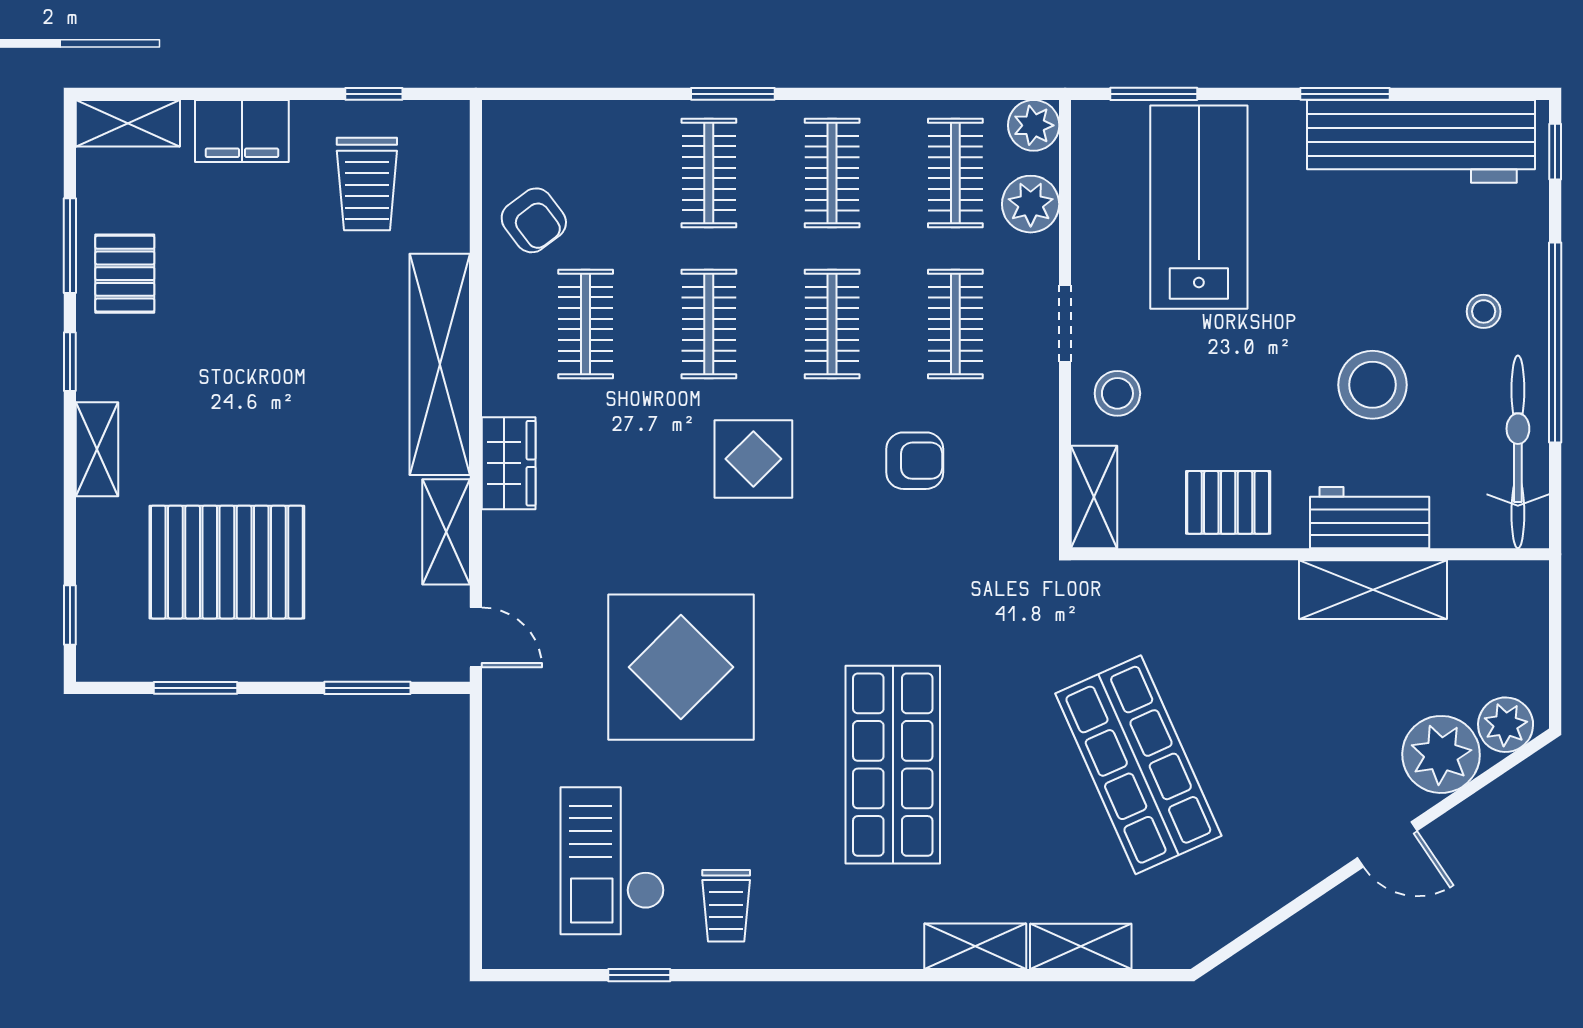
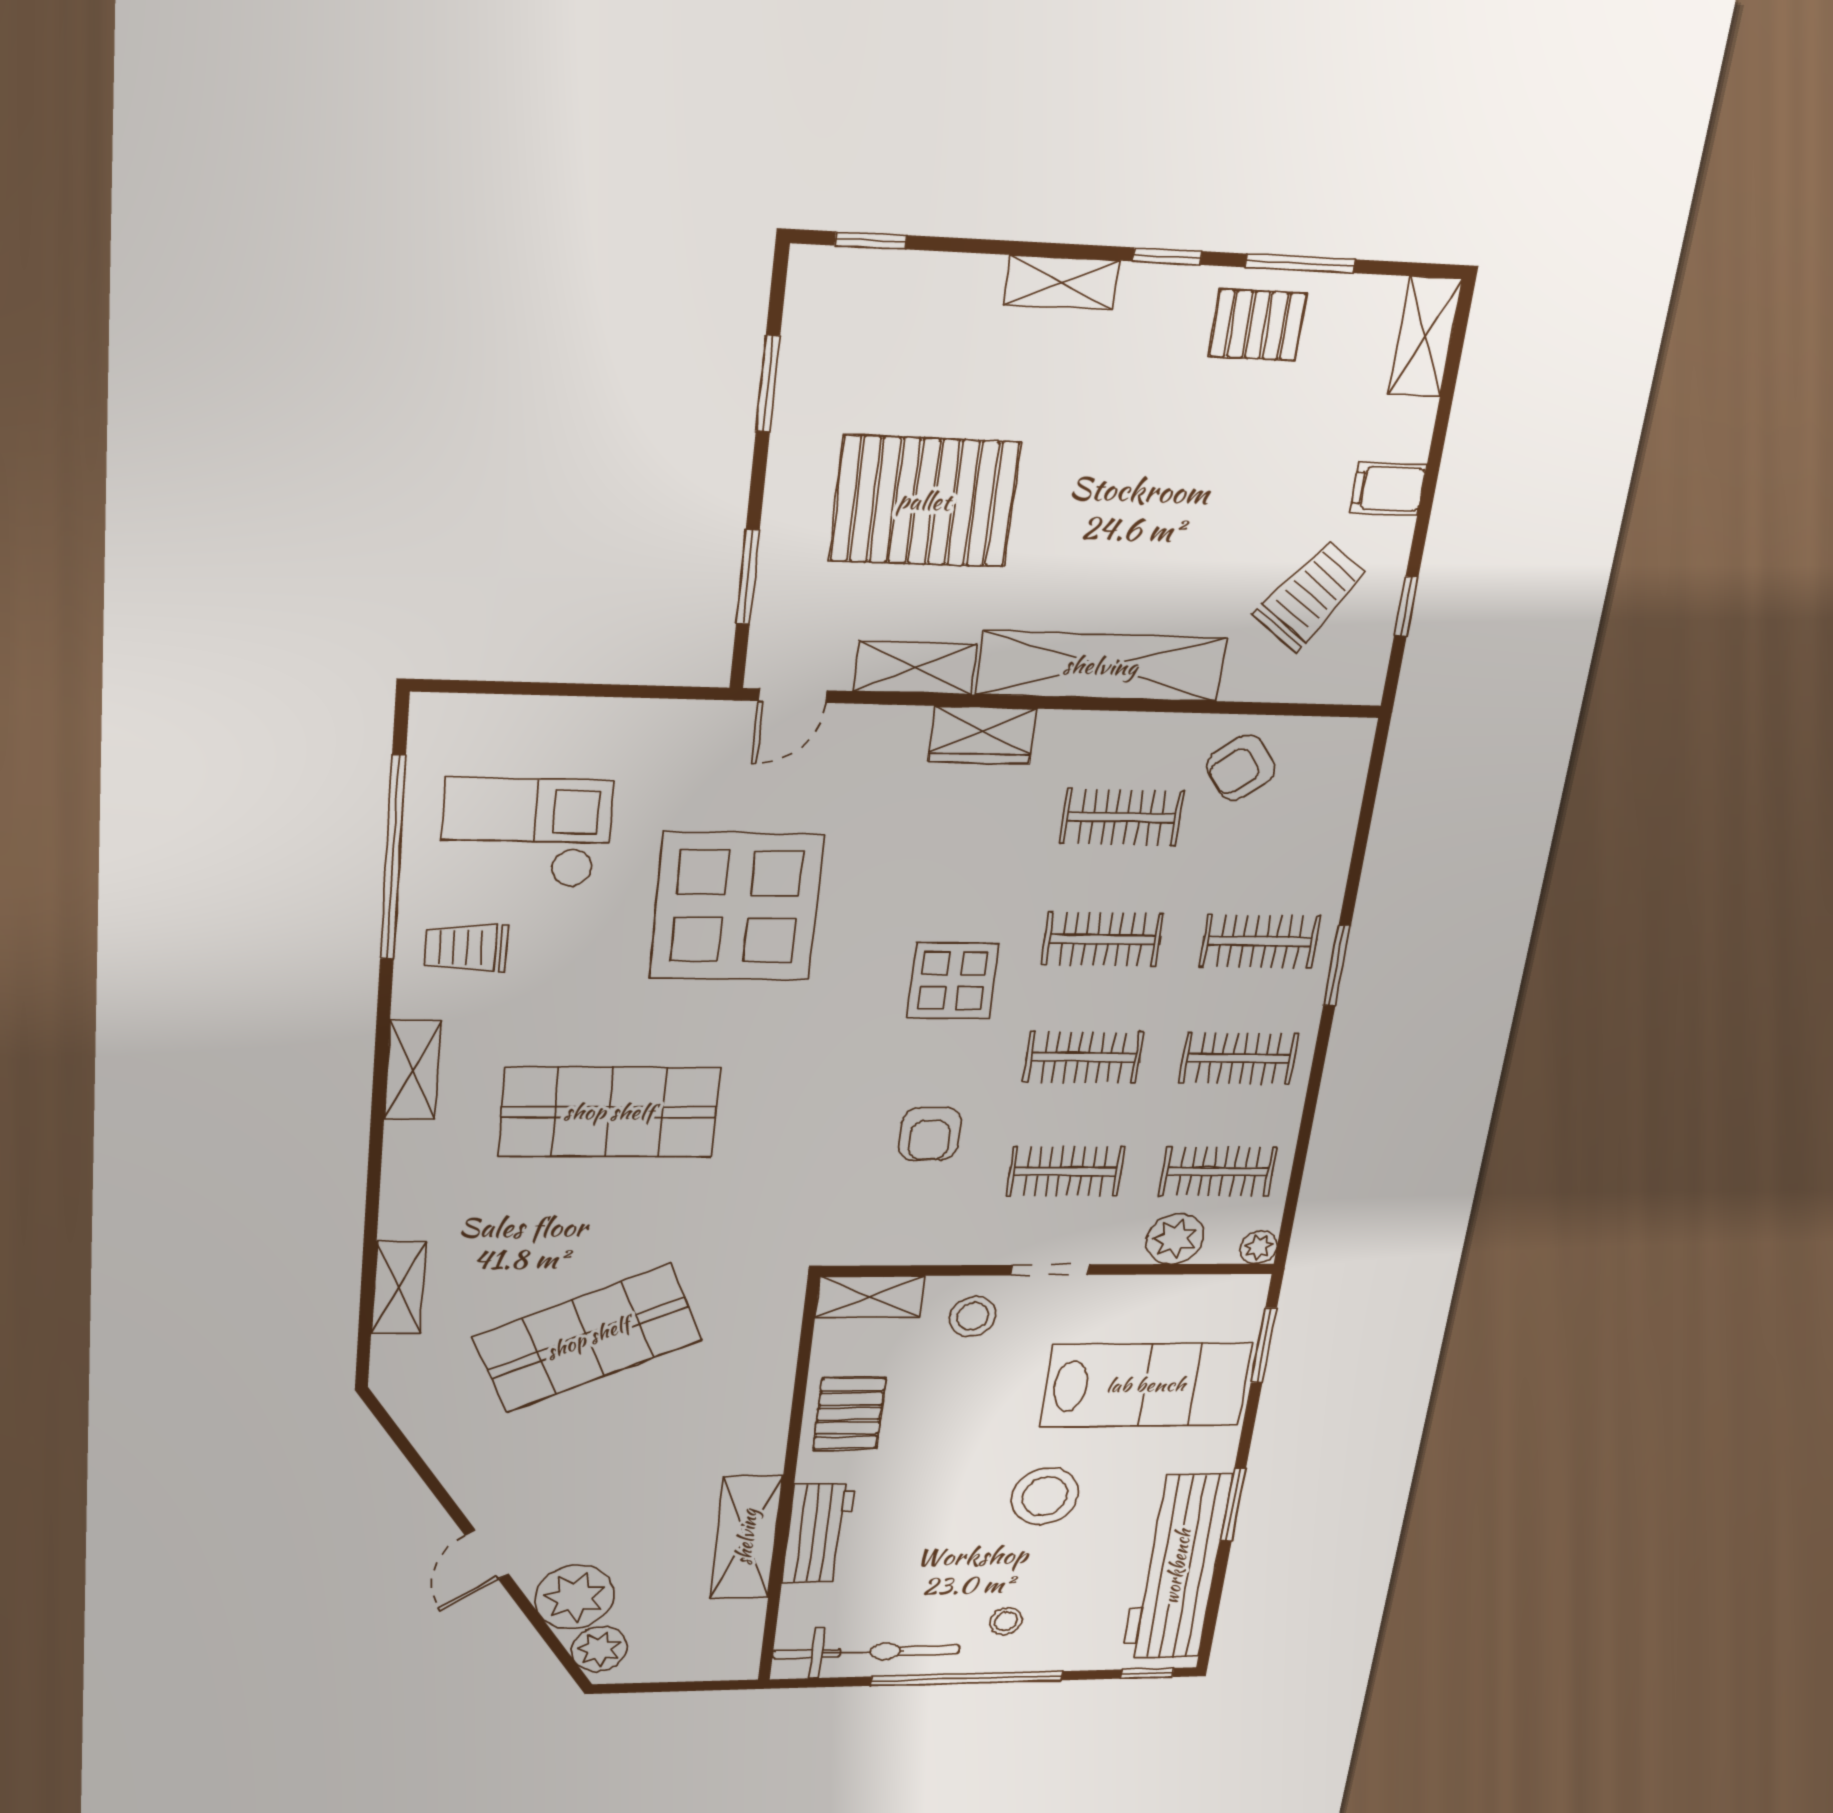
plant: (1034, 125) -> (1259, 1247), width x0.73, depth x0.73
filing cabinet: (242, 131) -> (1388, 489), width x0.50
trolley: (367, 184) -> (1311, 596), turned 127
stool: (1372, 385) -> (1045, 1496), moved
pallet: (227, 562) -> (924, 501), moved, turned 90
shelving: (975, 946) -> (413, 1070), moved
window: (639, 975) -> (393, 858), width x3.17

